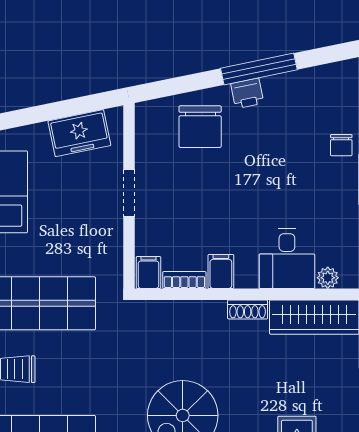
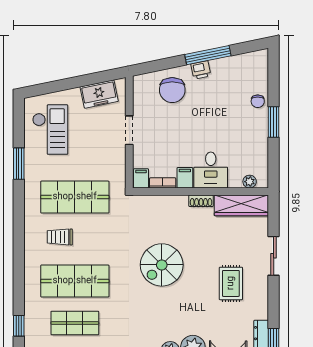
desk: (287, 259) -> (211, 170), moved

